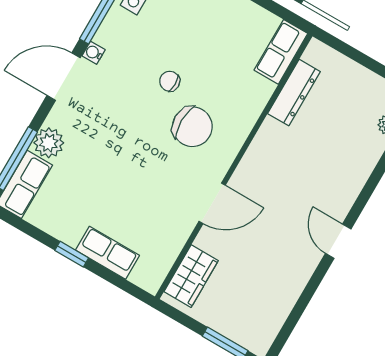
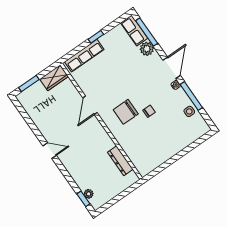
row of seats: (281, 52) -> (140, 163), removed
row of seats: (108, 253) -> (84, 56), width x1.48
wardrobe: (191, 276) -> (54, 78), moved, turned -90

